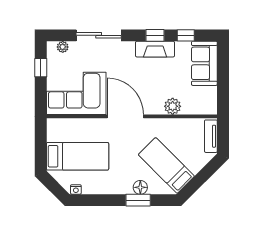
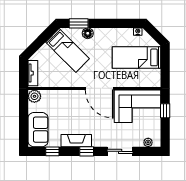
sliding door: (99, 35) -> (120, 151), width x0.73
window: (155, 35) -> (87, 151), moved
window: (41, 68) -> (165, 111), moved
plant: (173, 106) -> (34, 96), moved
window: (138, 200) -> (79, 23), moved

